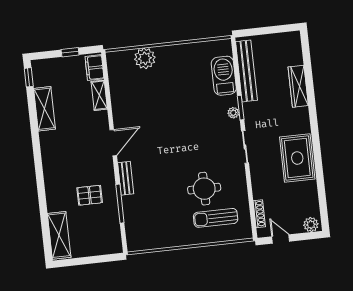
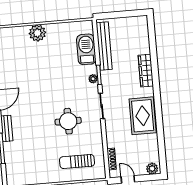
plant: (145, 58) -> (37, 33), moved
wardrobe: (298, 86) -> (146, 71), moved
round table: (204, 189) -> (68, 121), moved

